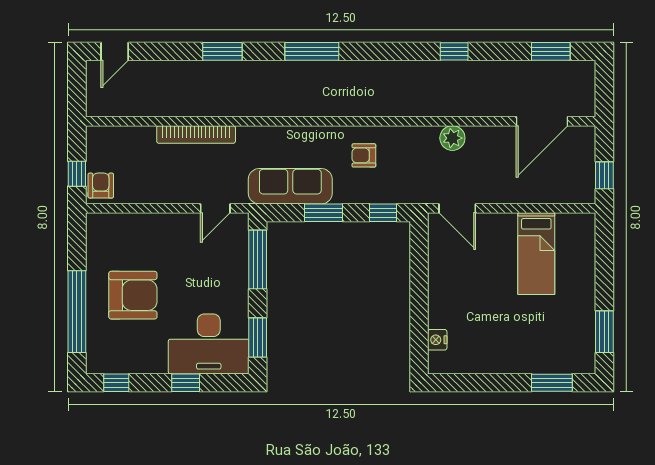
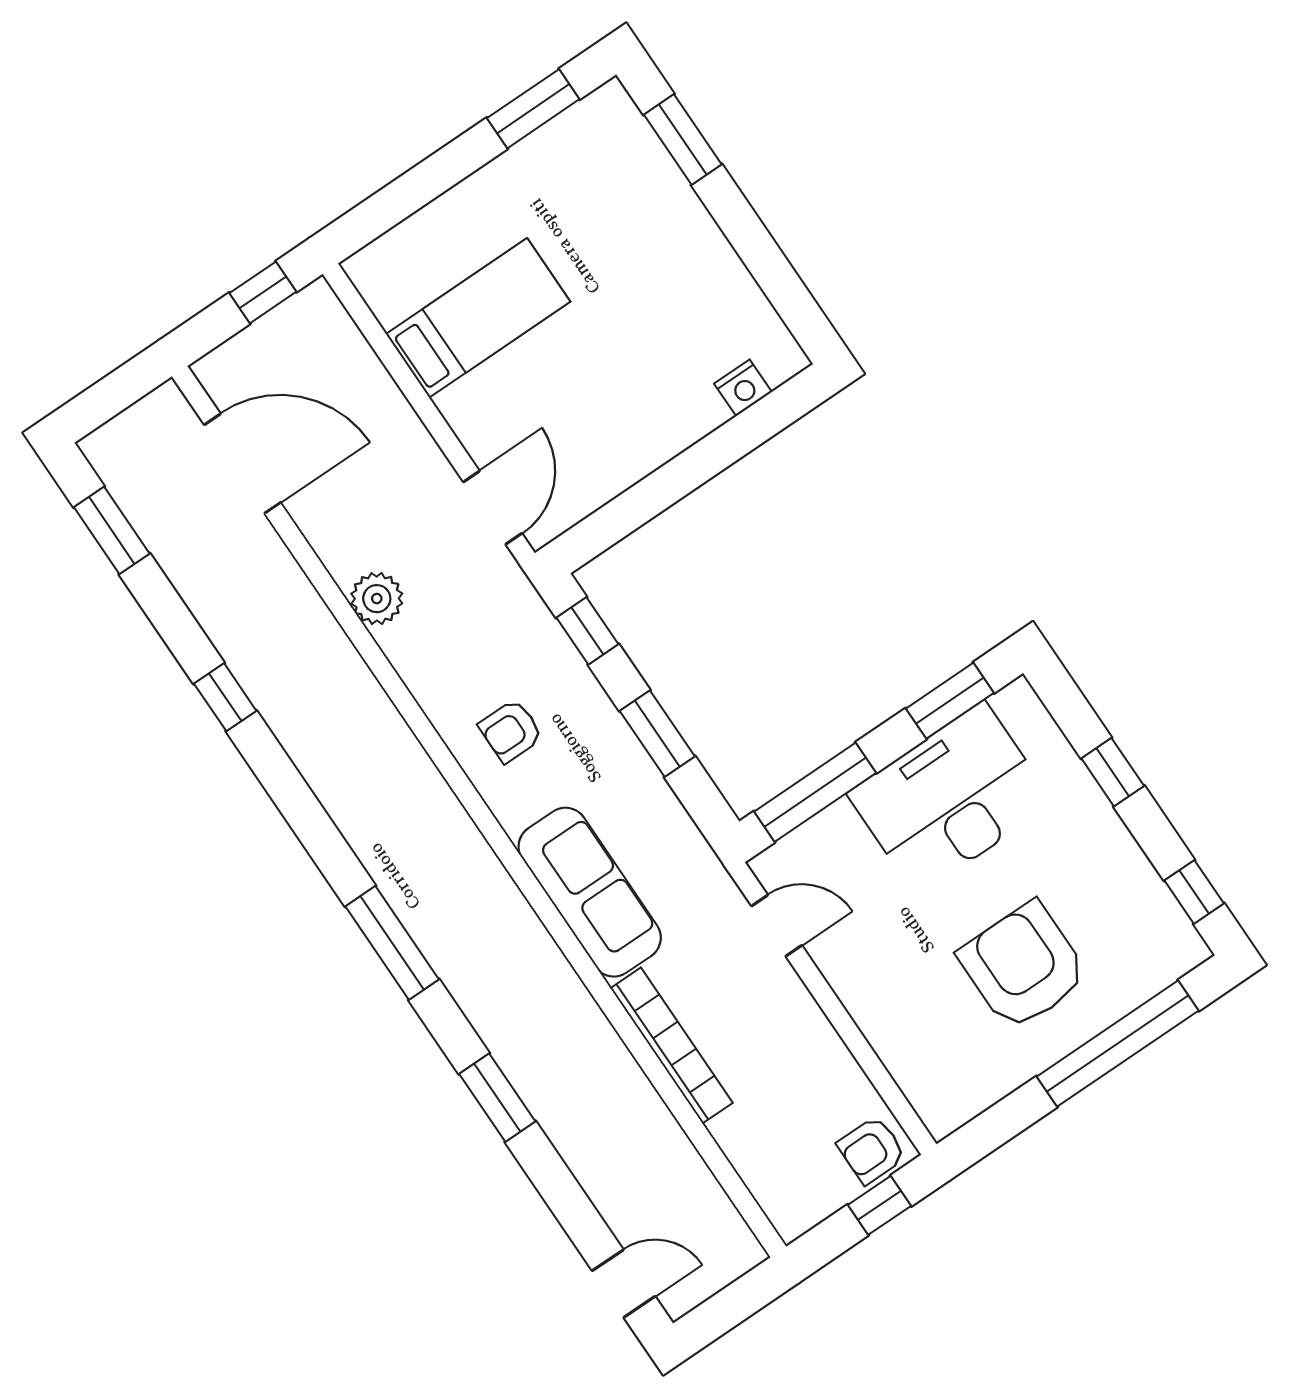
armchair: (364, 155) -> (511, 731), turned 90
sofa: (290, 186) -> (590, 892), moved, turned 180
desk: (209, 344) -> (950, 798), moved, turned -90

